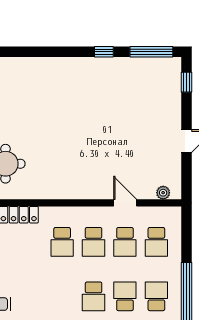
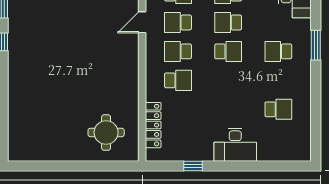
school desk: (94, 242) -> (178, 51), turned 180
school desk: (125, 242) -> (178, 22), turned 180

